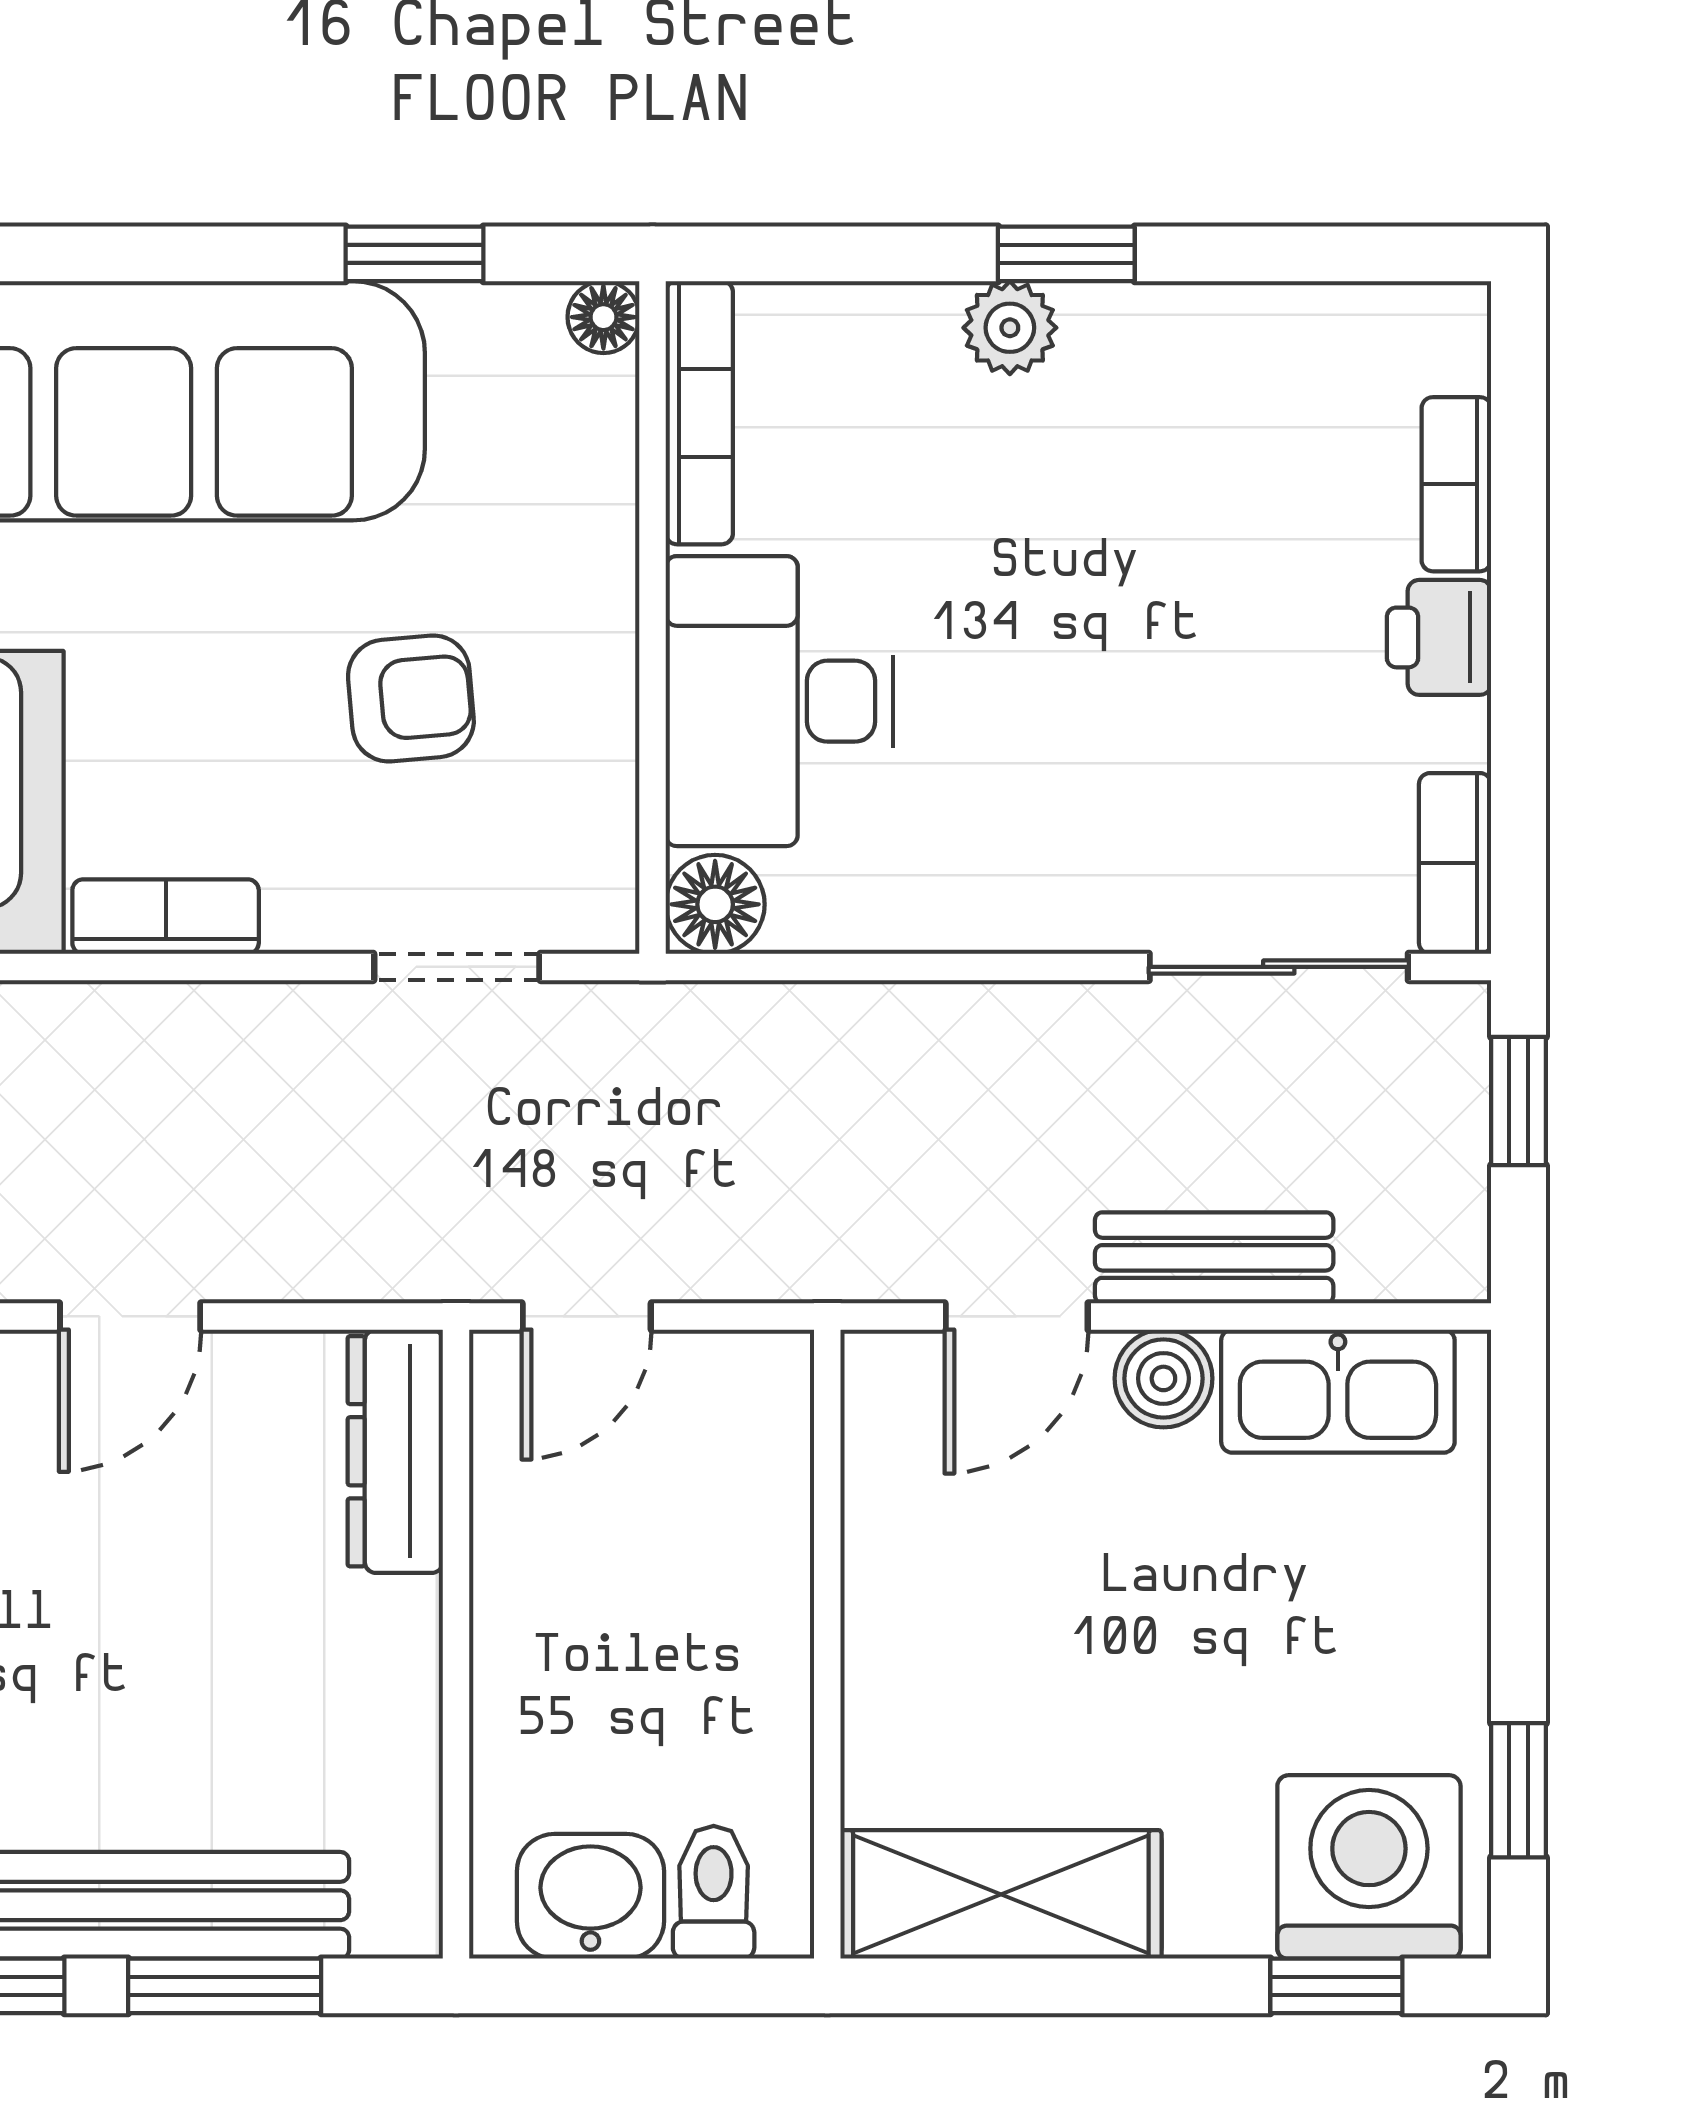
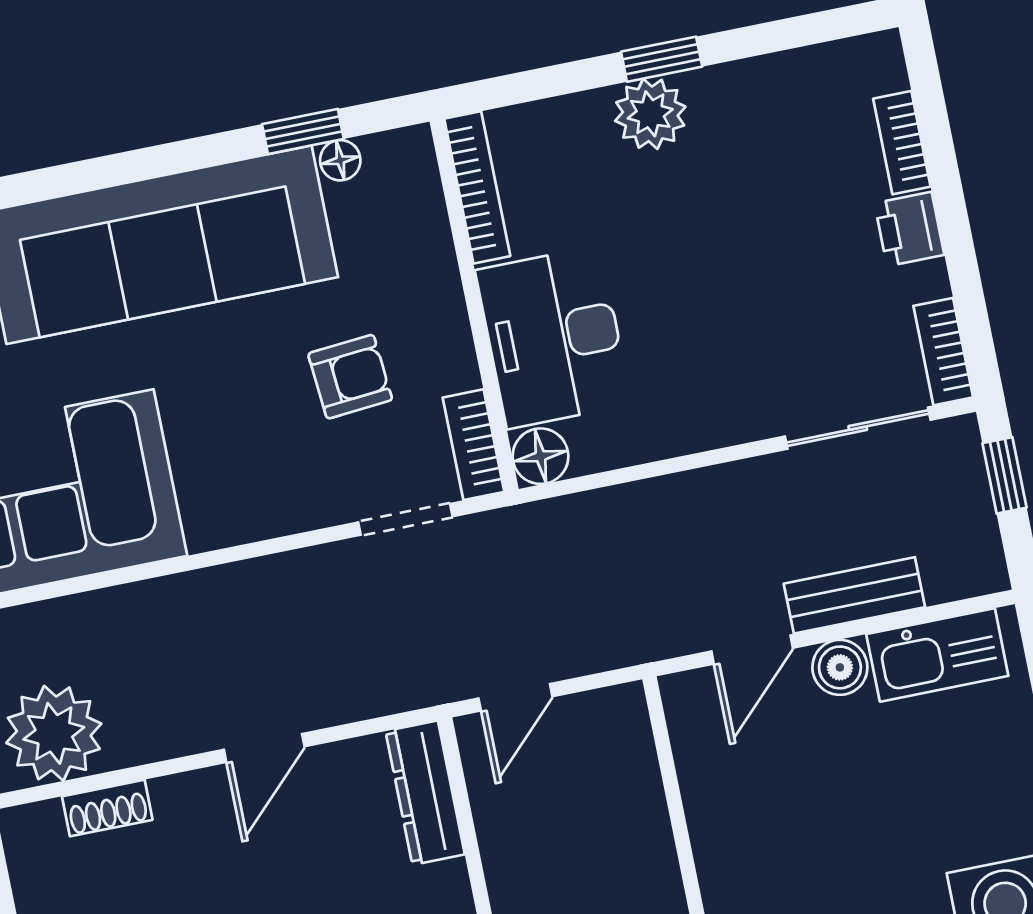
floor lamp: (603, 317) -> (340, 160), moved
plant: (1010, 328) -> (650, 114), width x1.38, depth x1.38
bookcase: (166, 917) -> (473, 445), moved, turned -90

